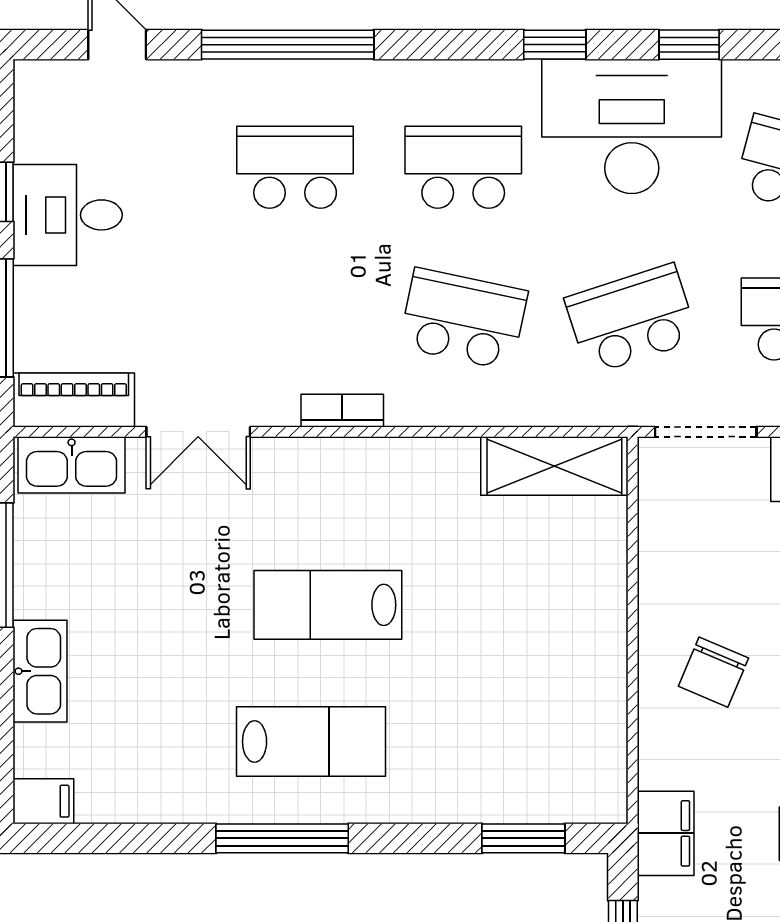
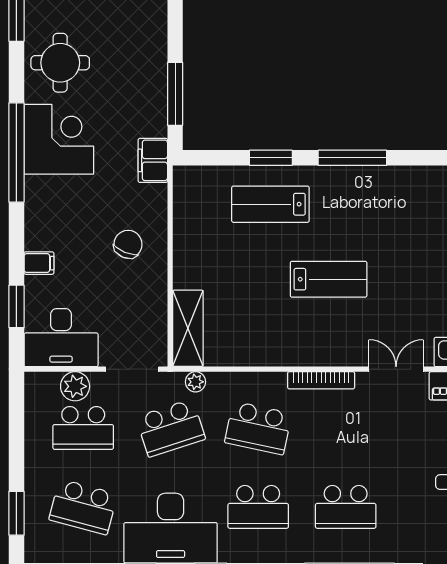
plant: (584, 408) -> (195, 382), added
bookcase: (342, 411) -> (321, 380), width x1.56
shelving: (554, 466) -> (188, 328), moved, turned 90
lab bench: (311, 742) -> (270, 204), moved
window: (523, 838) -> (271, 158), moved

